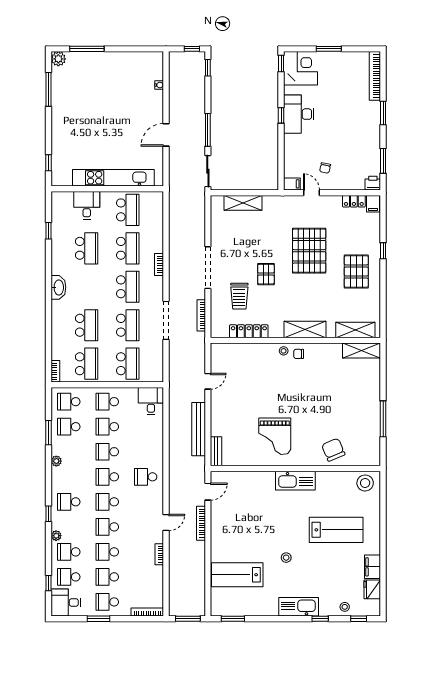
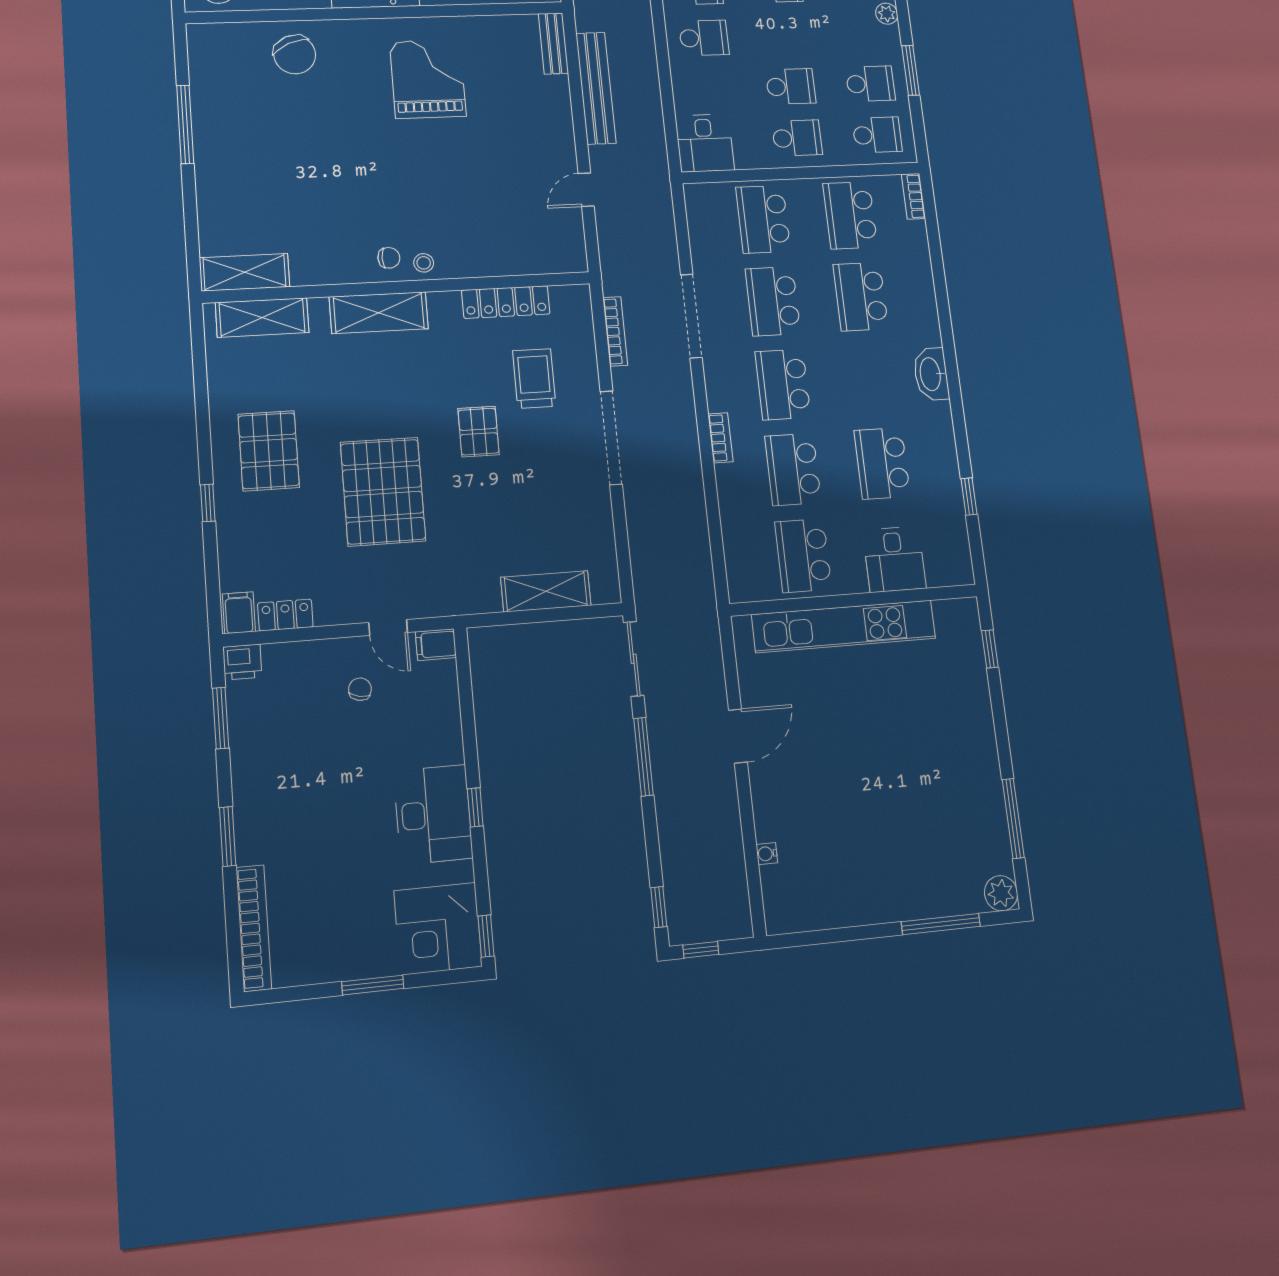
school desk: (107, 452) -> (704, 38), moved

